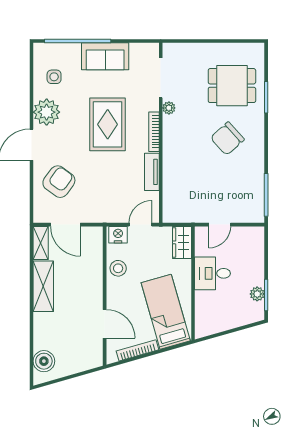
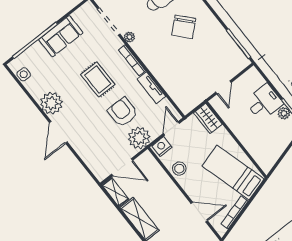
side table: (54, 77) -> (24, 74), moved
rug: (108, 124) -> (98, 80), width x0.73, depth x0.70
armchair: (59, 182) -> (123, 112), moved, turned -36
plant: (103, 210) -> (139, 138), added
desk: (213, 273) -> (264, 102), moved, turned 180

